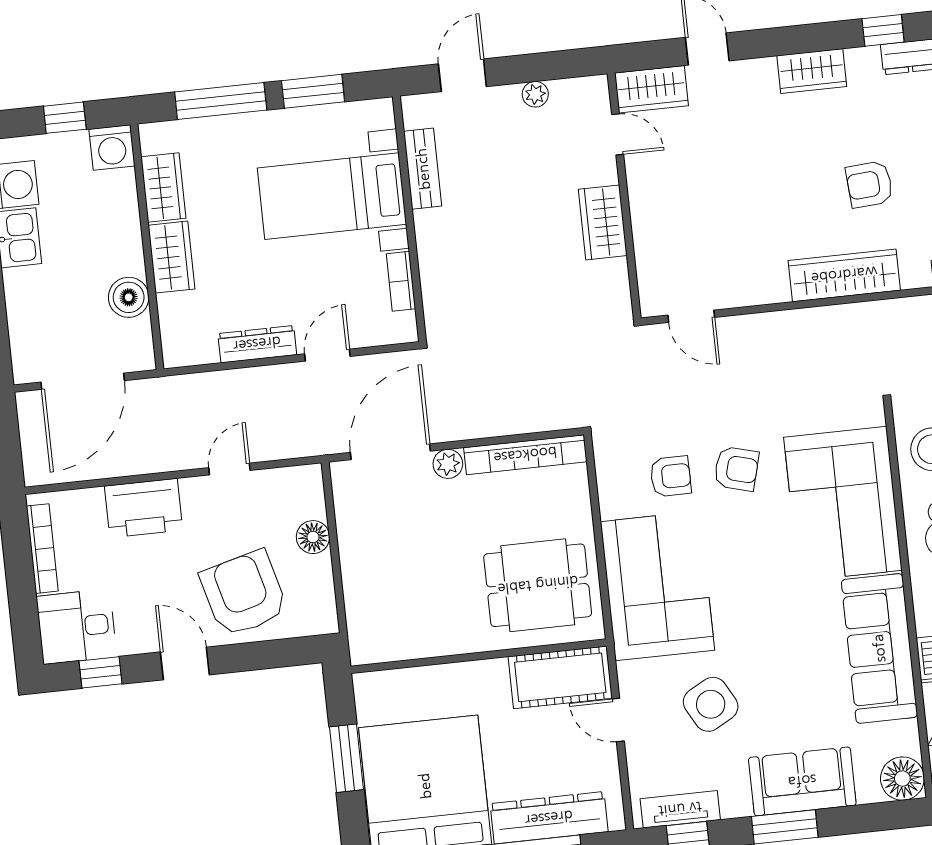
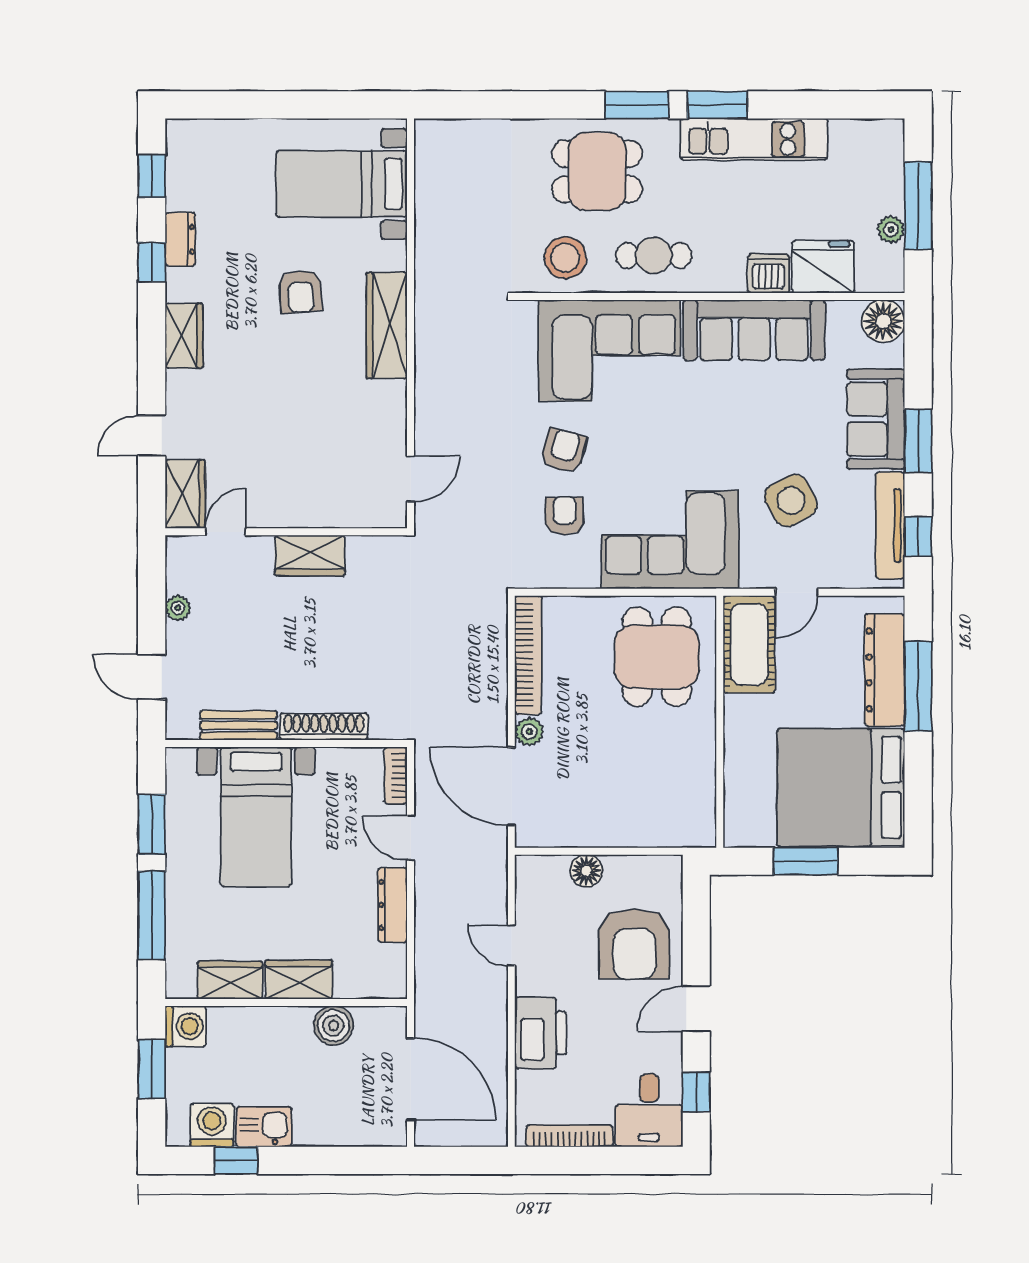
window: (65, 118) -> (152, 1069), width x1.50
shoe rack: (431, 255) -> (324, 727), added
bookcase: (401, 281) -> (396, 775), moved, turned 90
armchair: (244, 593) -> (634, 944), turned -75
tv unit: (680, 809) -> (890, 525), width x1.41

